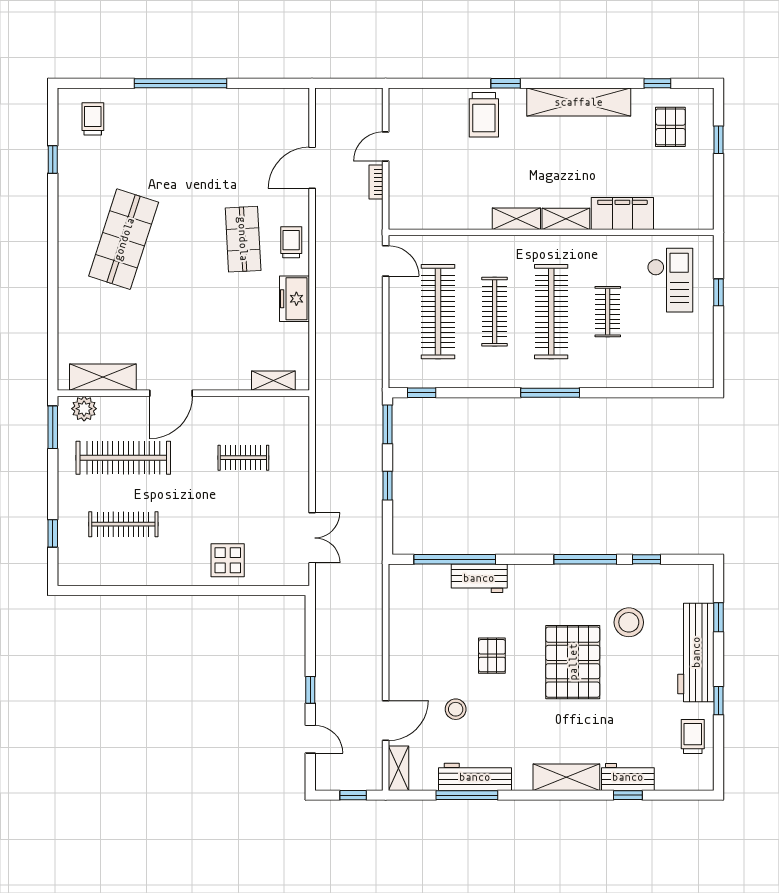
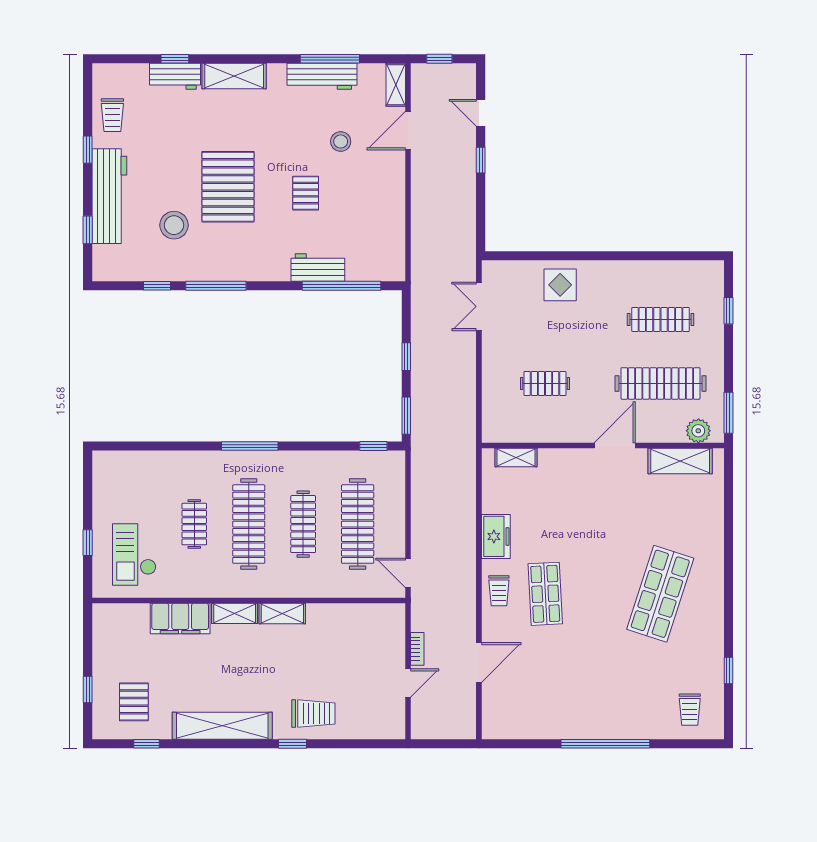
trolley: (484, 115) -> (313, 713), turned 90

